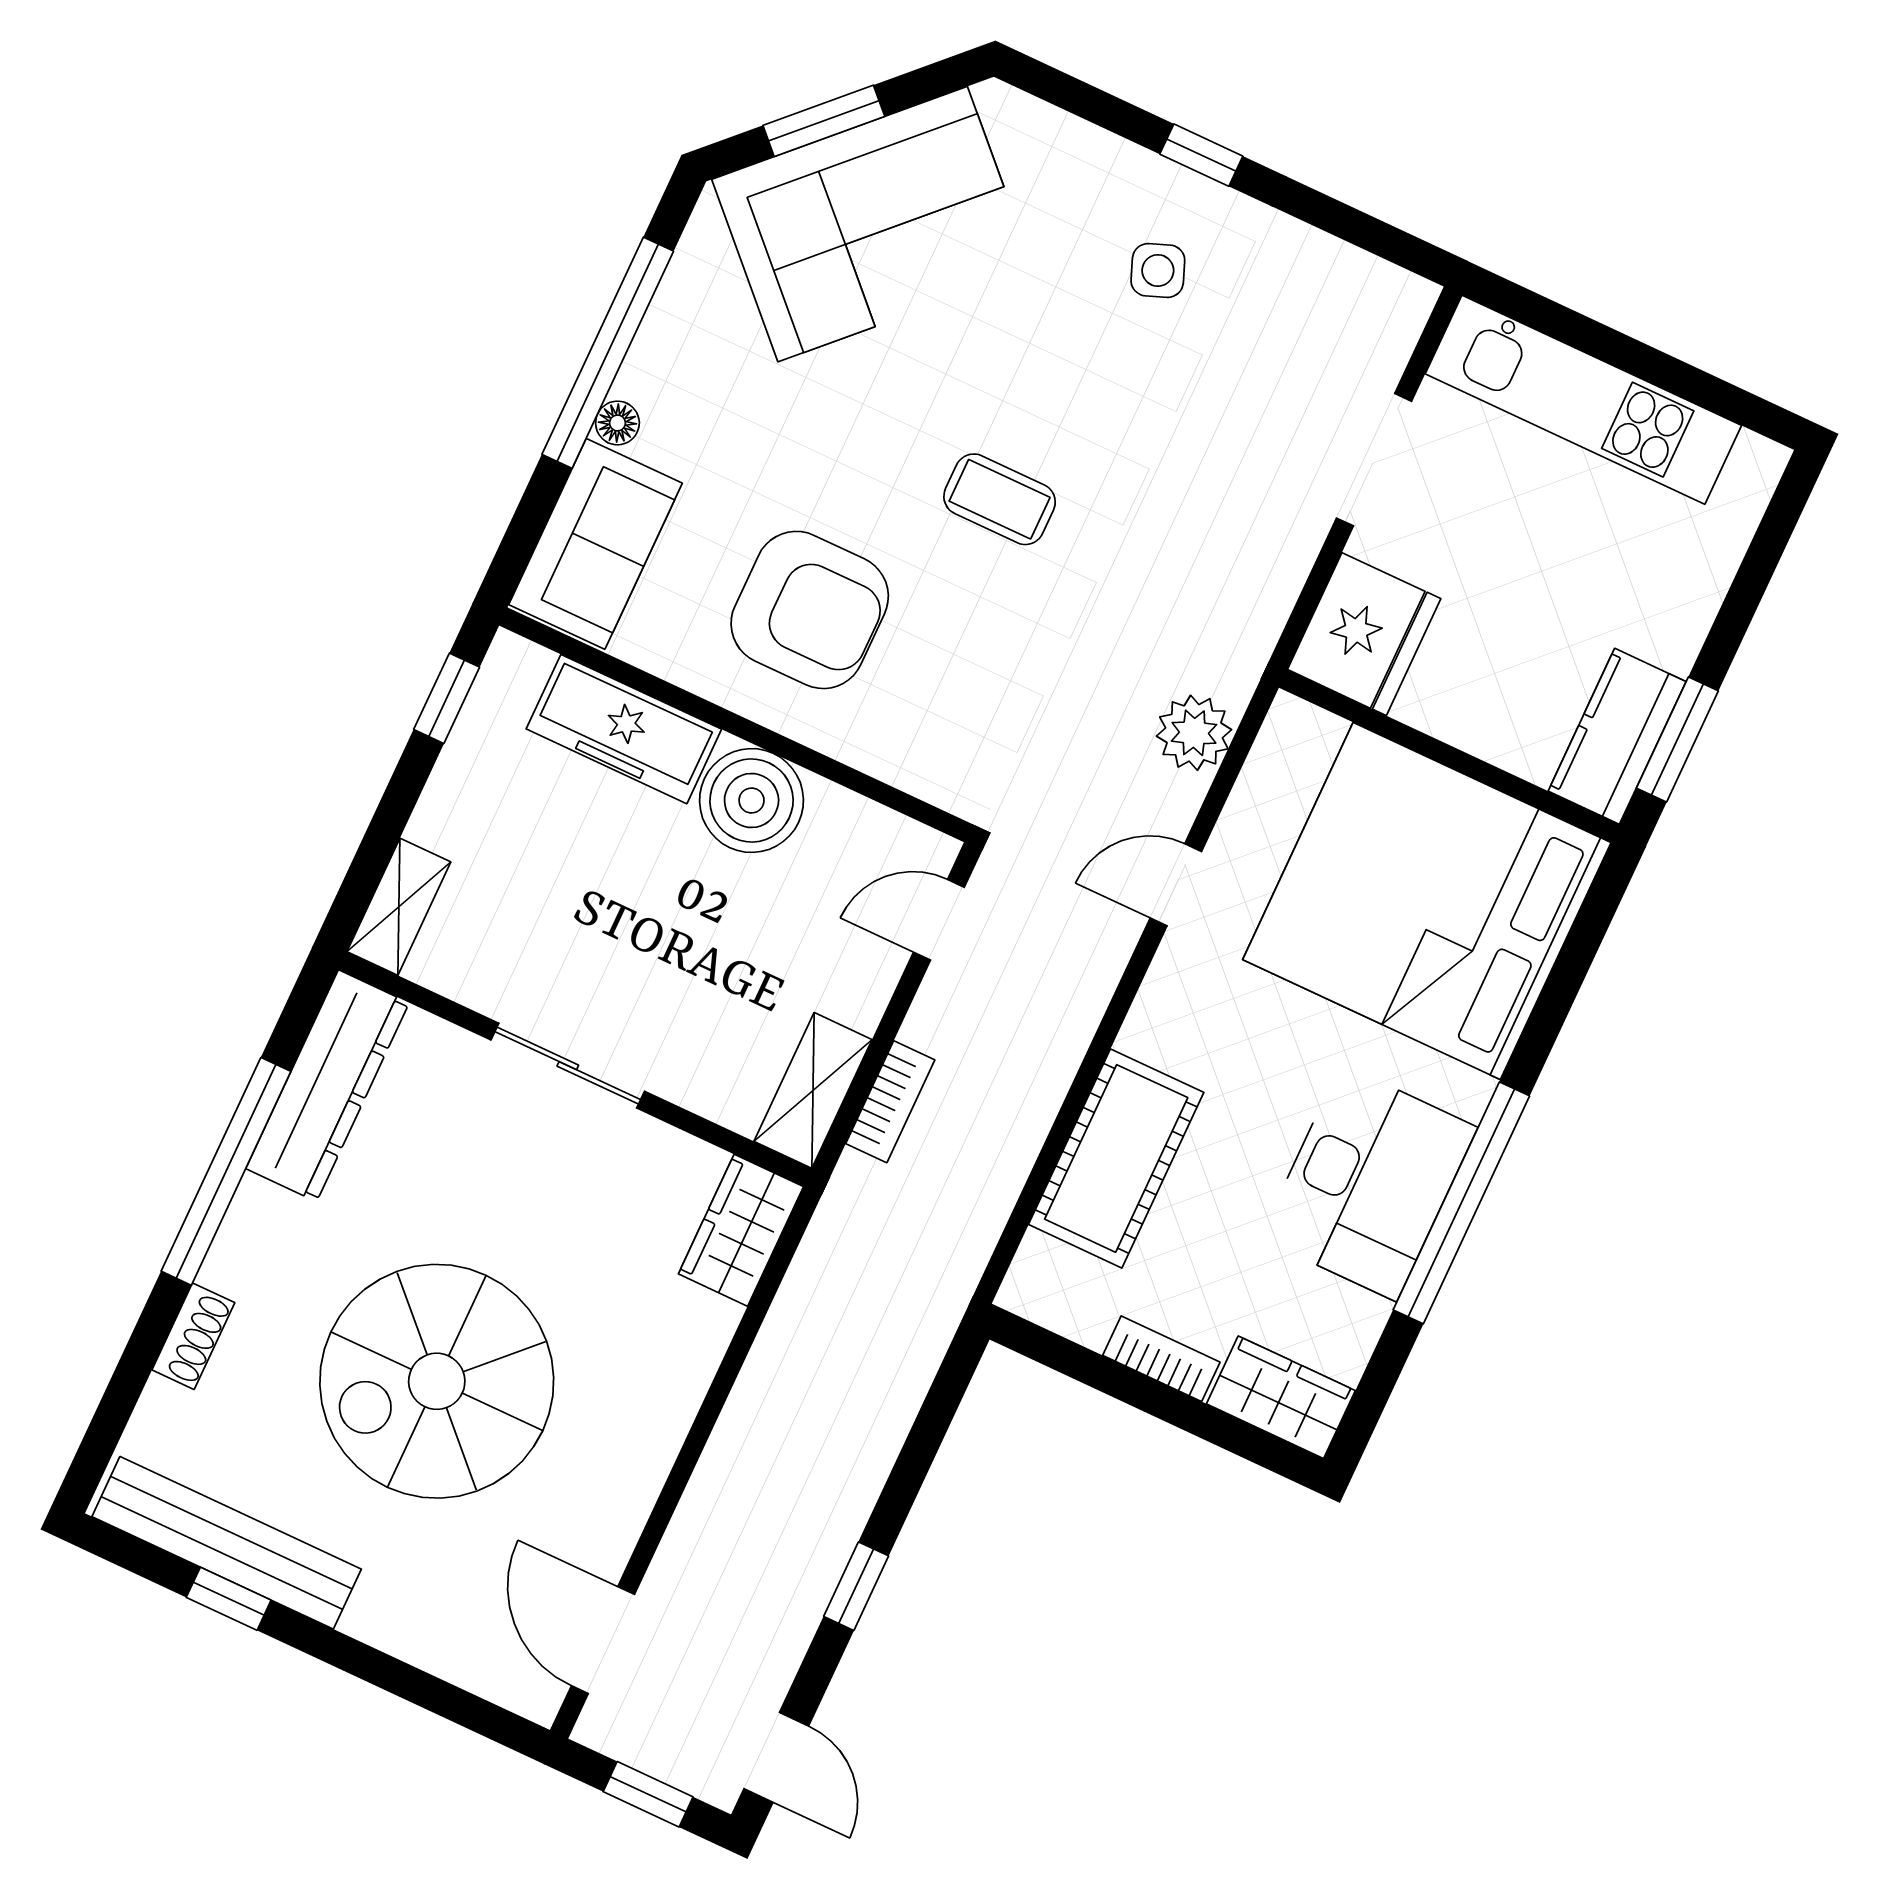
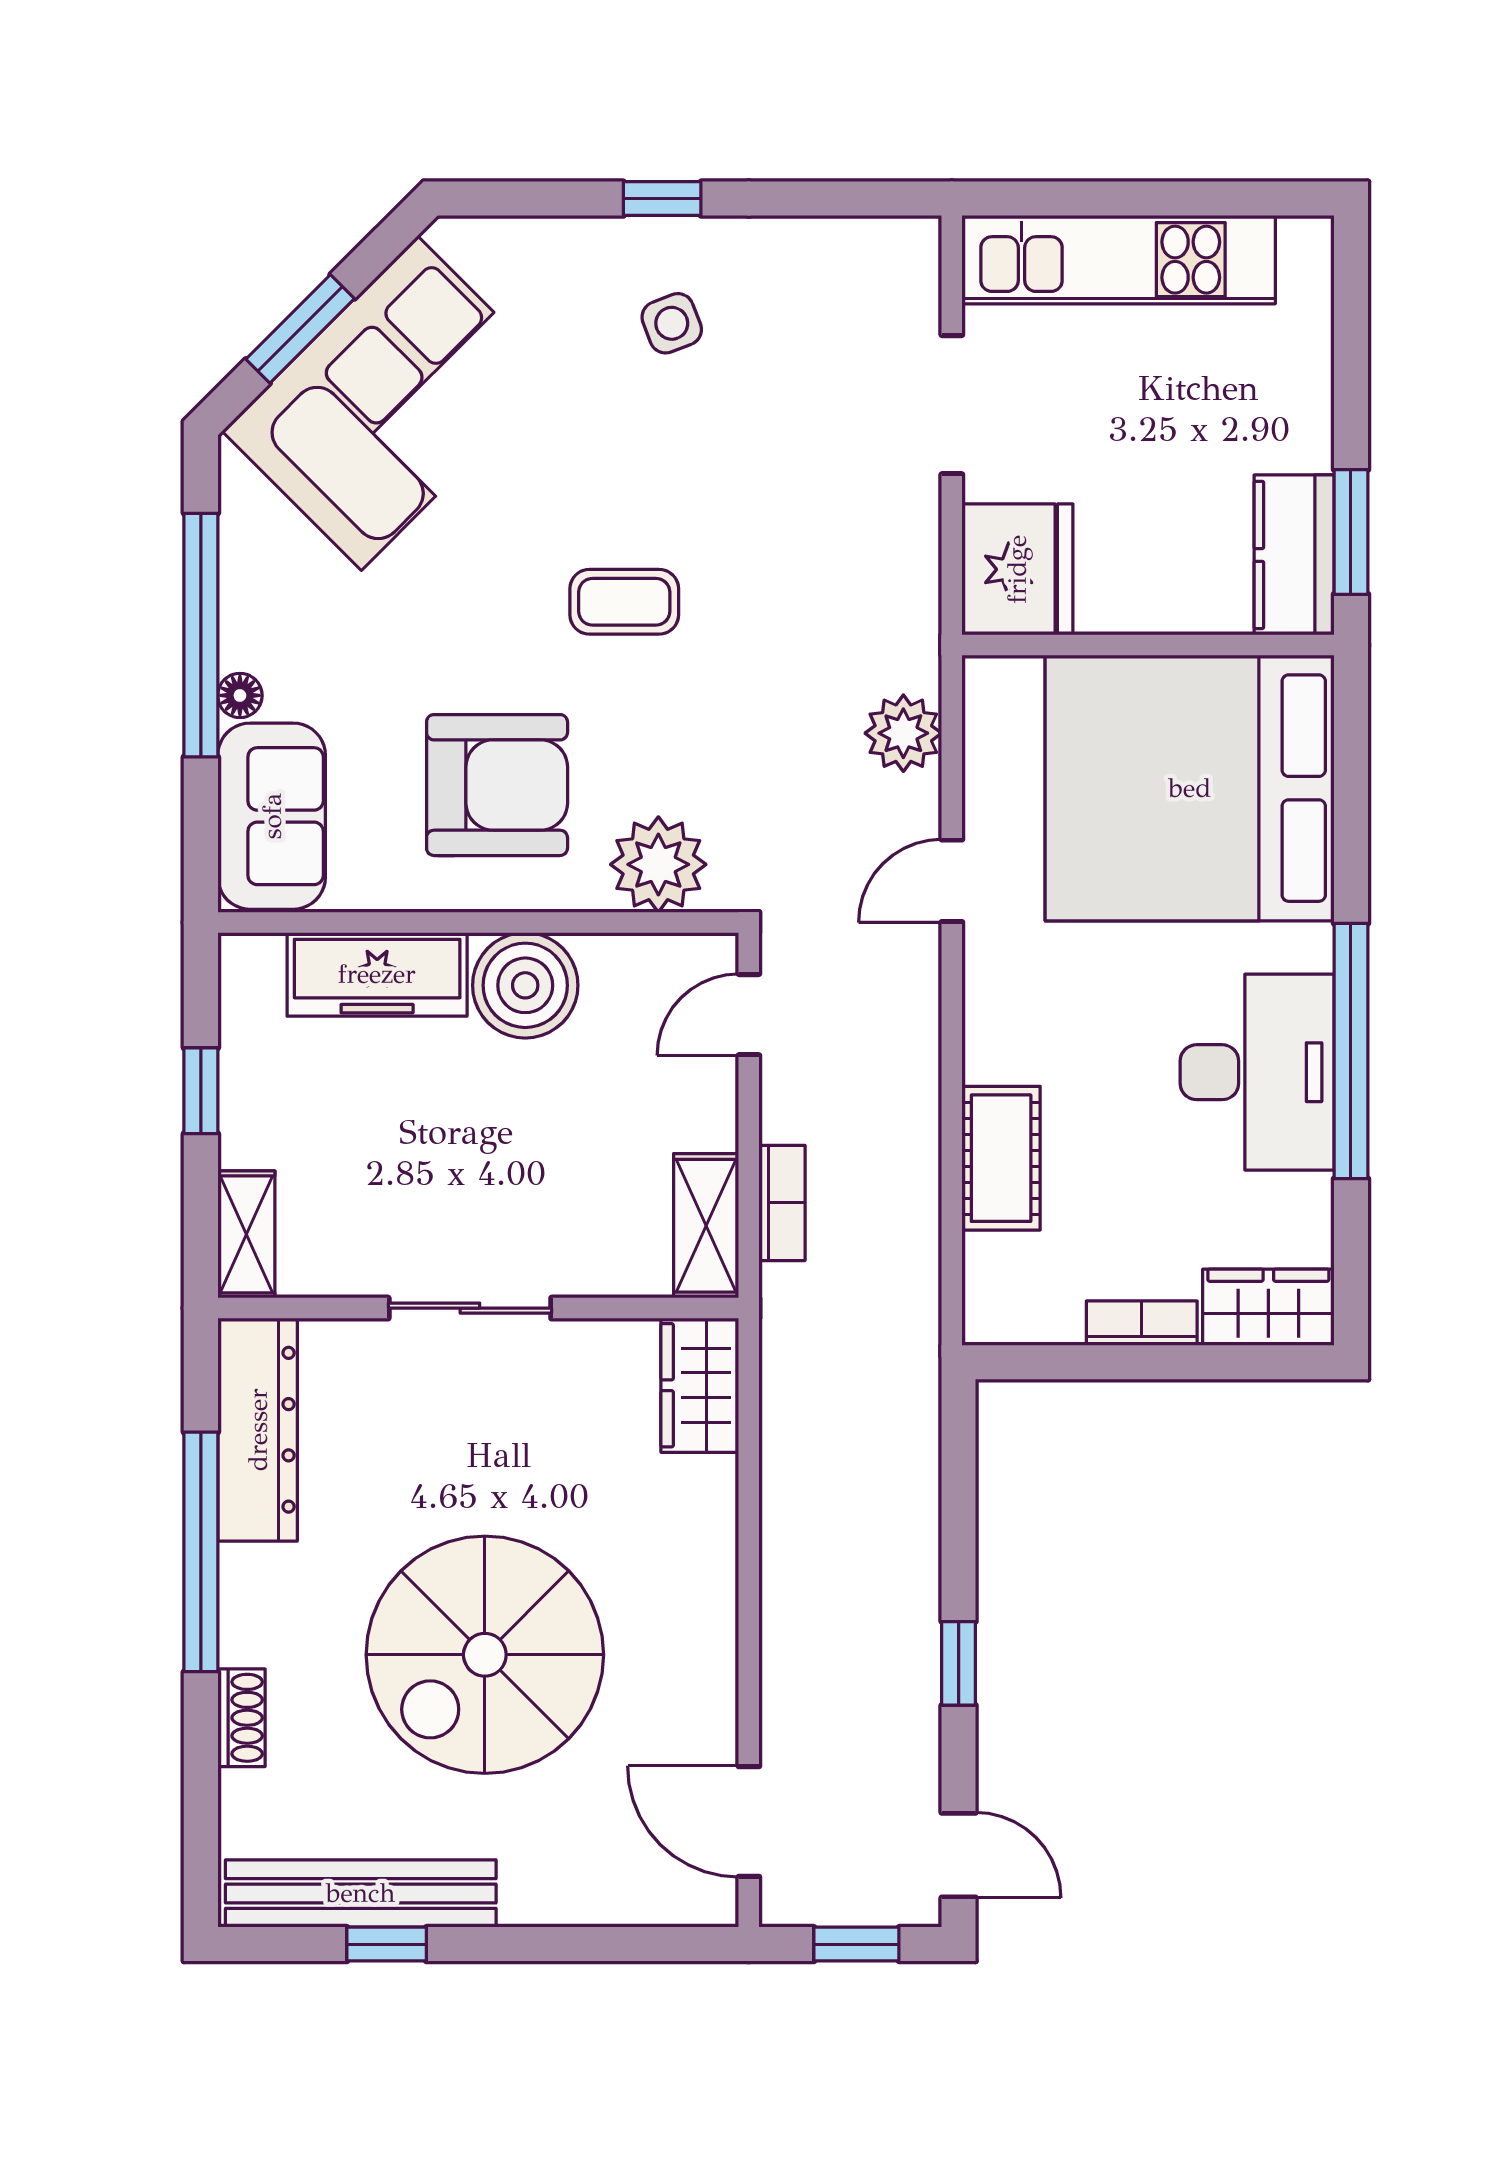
window: (447, 698) -> (201, 1091), moved
plant: (921, 748) -> (658, 864), added
cot: (1116, 1158) -> (1001, 1158), width x0.73, depth x0.75

